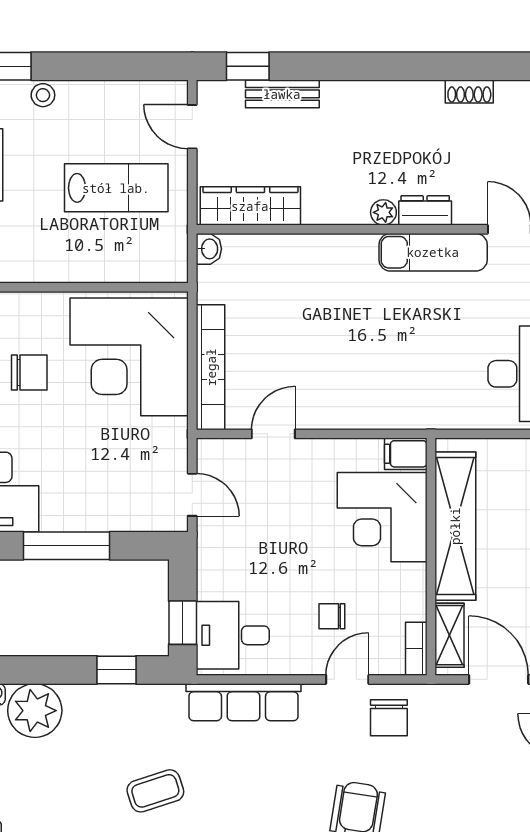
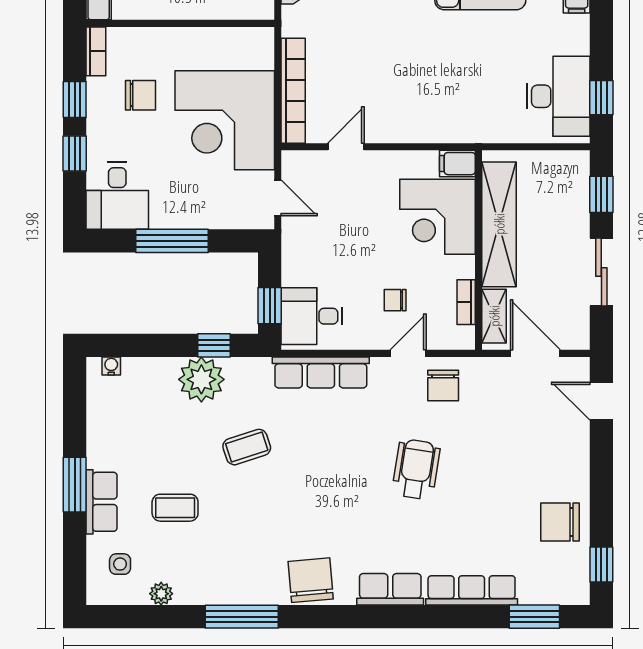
corner desk: (129, 357) -> (225, 120), moved
bookcase: (416, 649) -> (466, 302), moved
plant: (35, 711) -> (201, 379), moved

